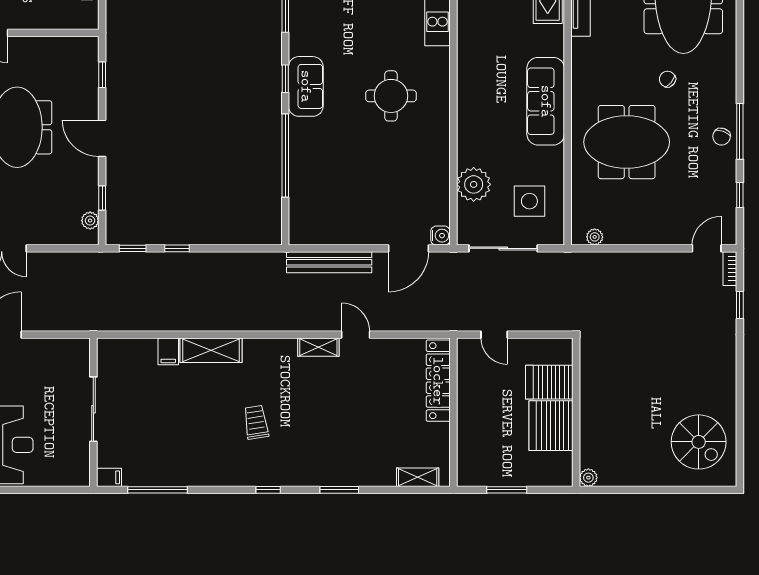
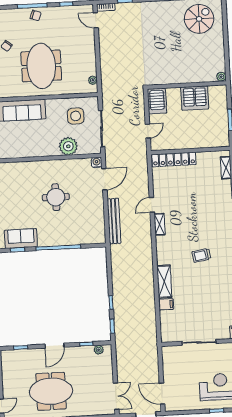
round table: (391, 96) -> (56, 197), moved
door: (408, 248) -> (104, 179), hinge flipped
server rack: (549, 382) -> (157, 101), moved

